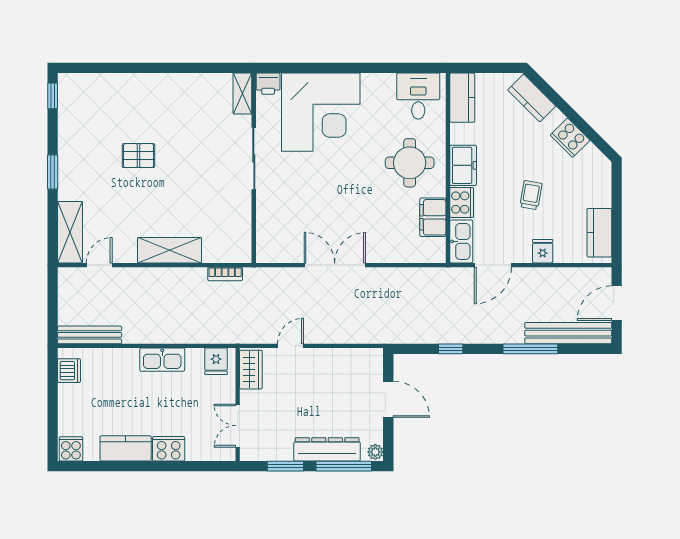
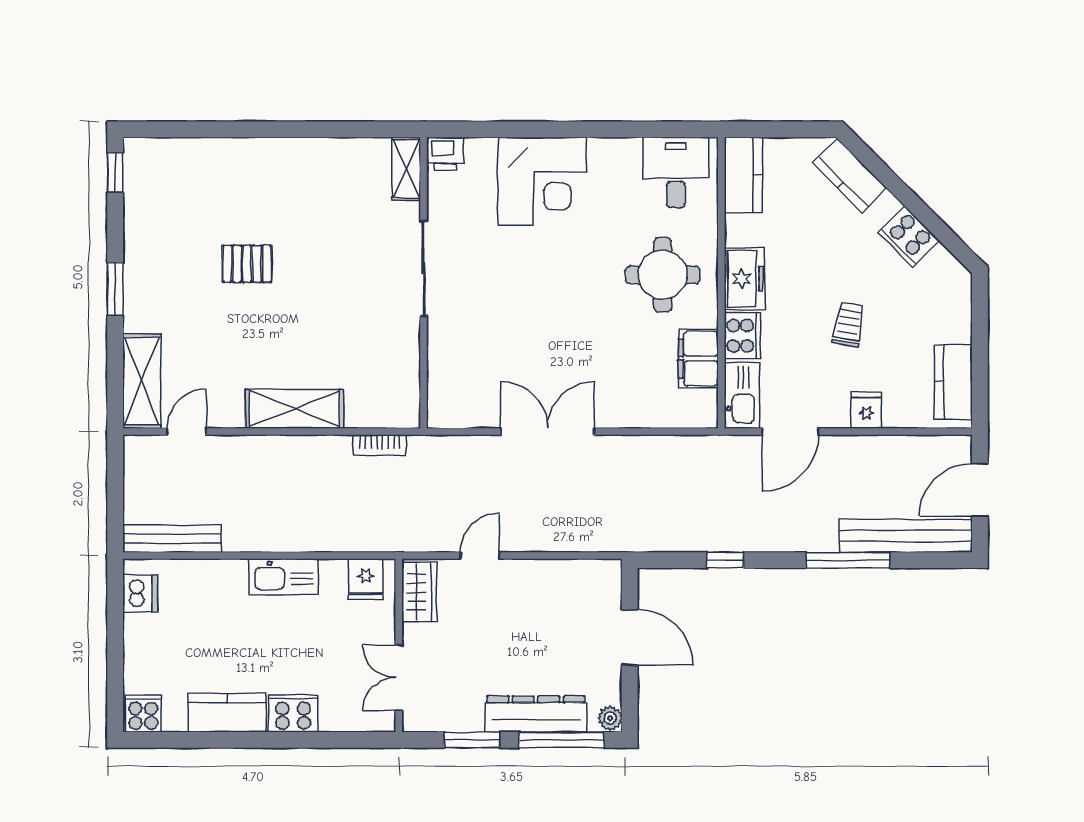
corner desk: (321, 112) -> (542, 181), width x0.74, depth x0.74

